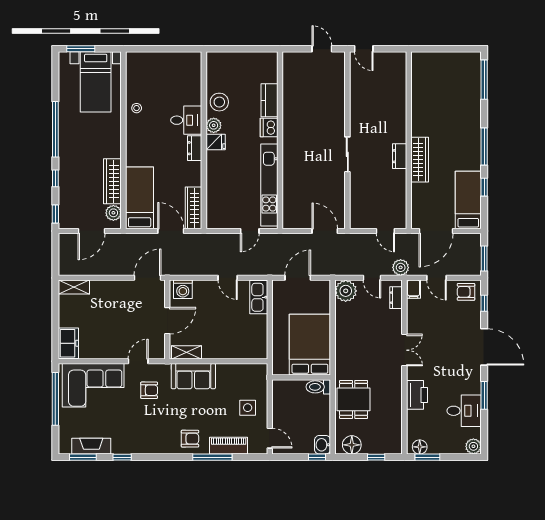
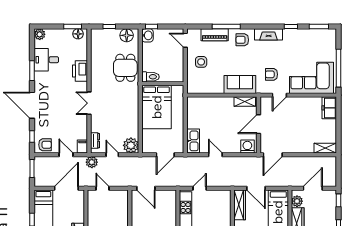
fireplace: (91, 446) -> (269, 34), moved

